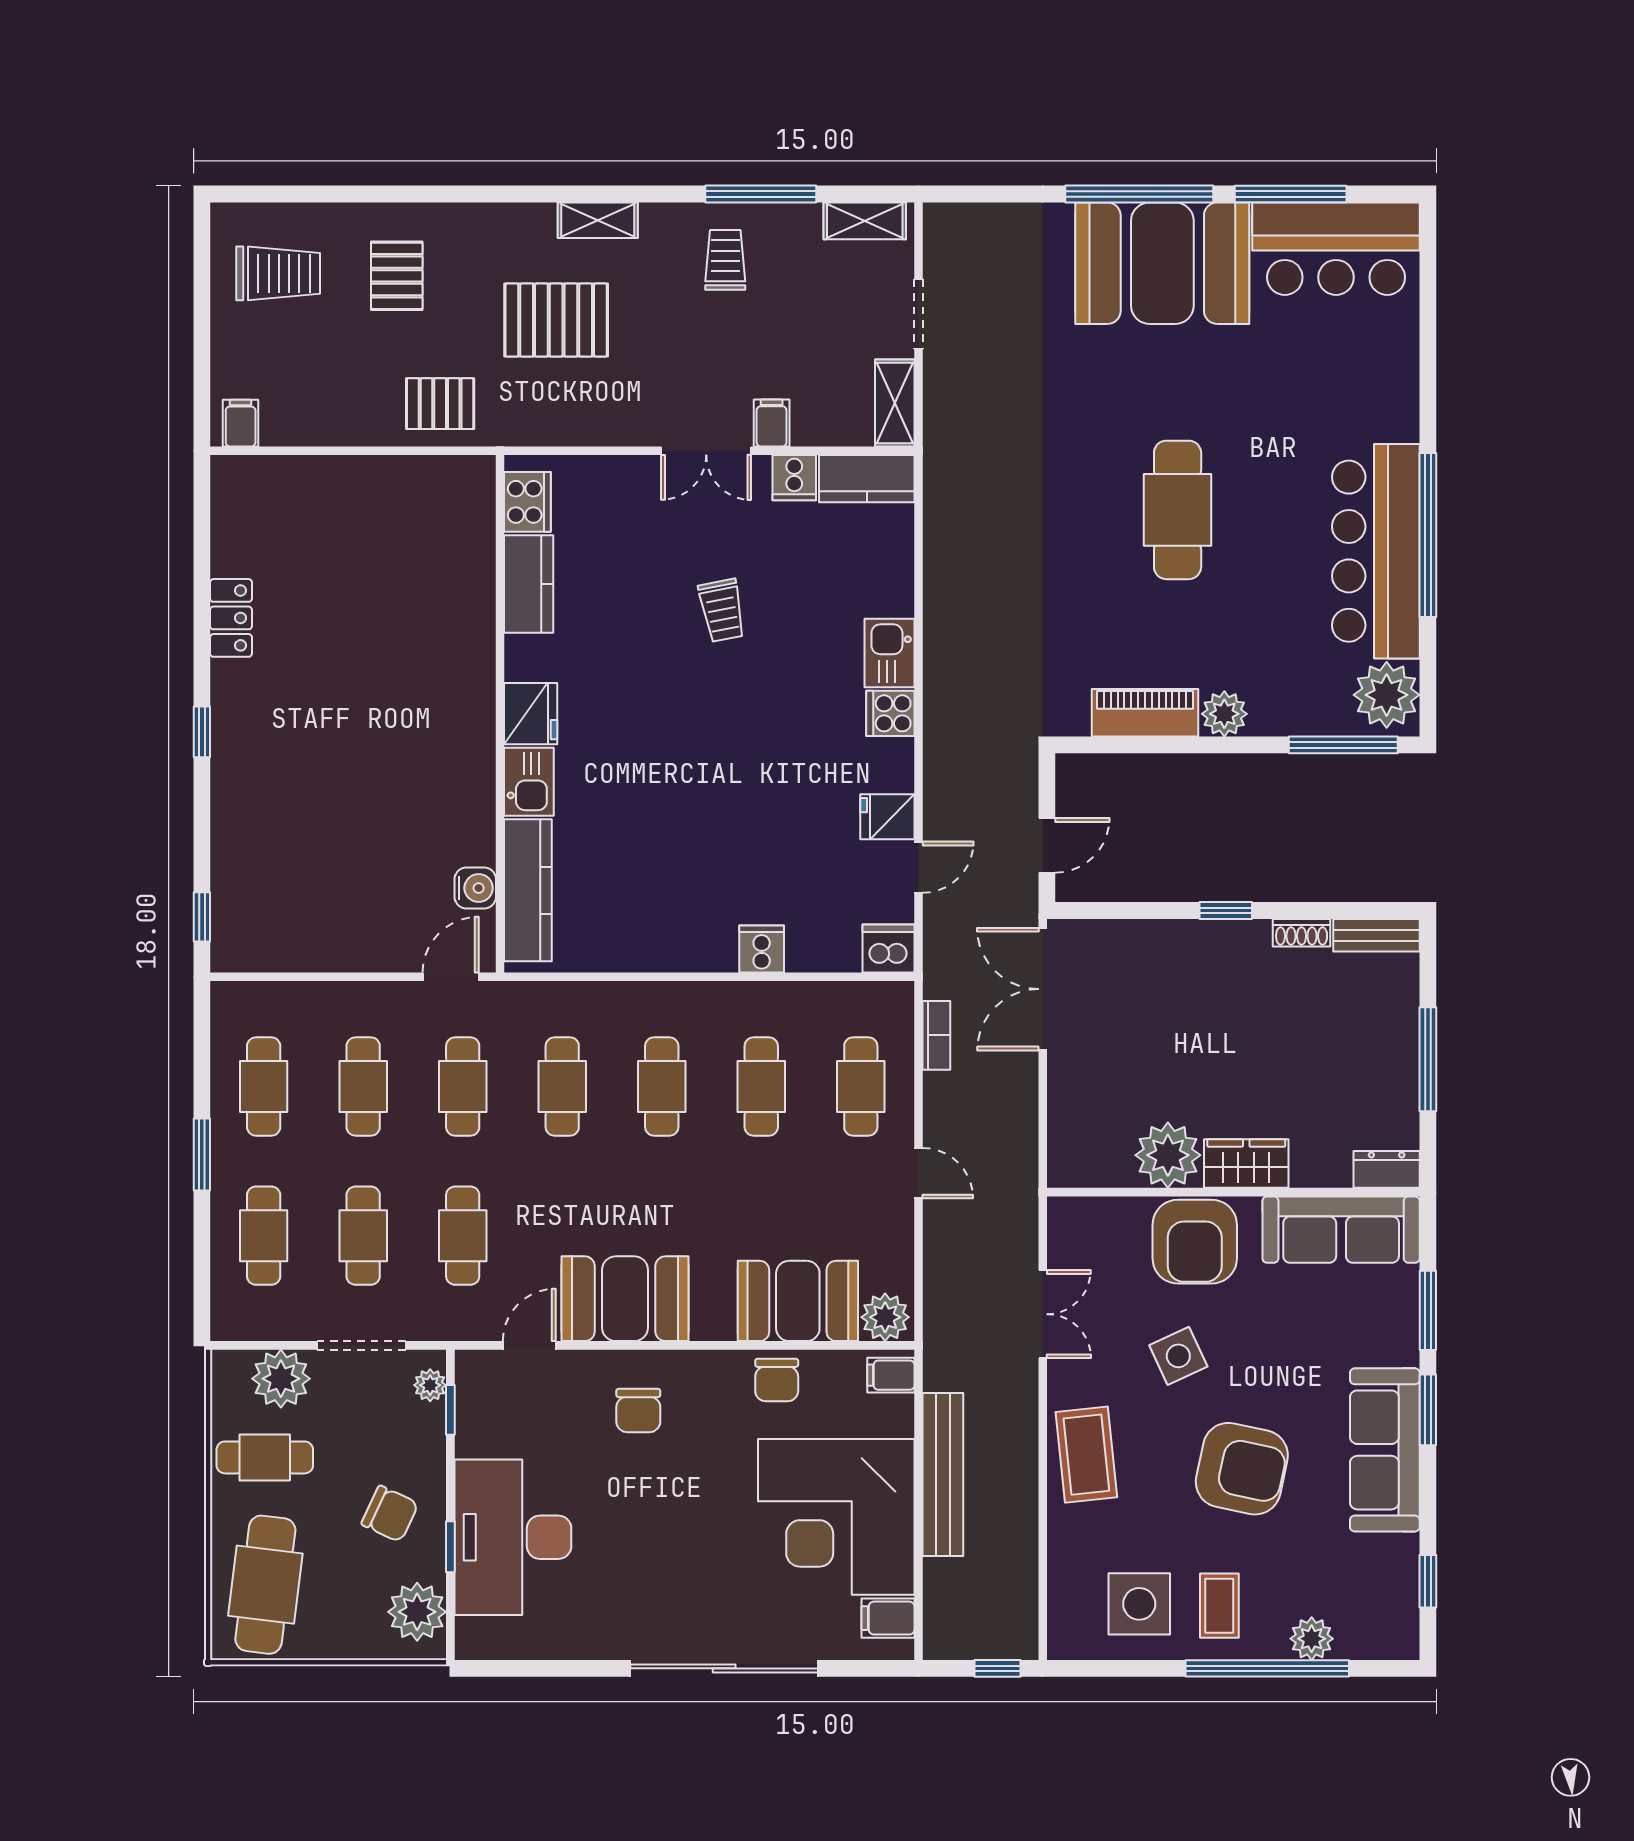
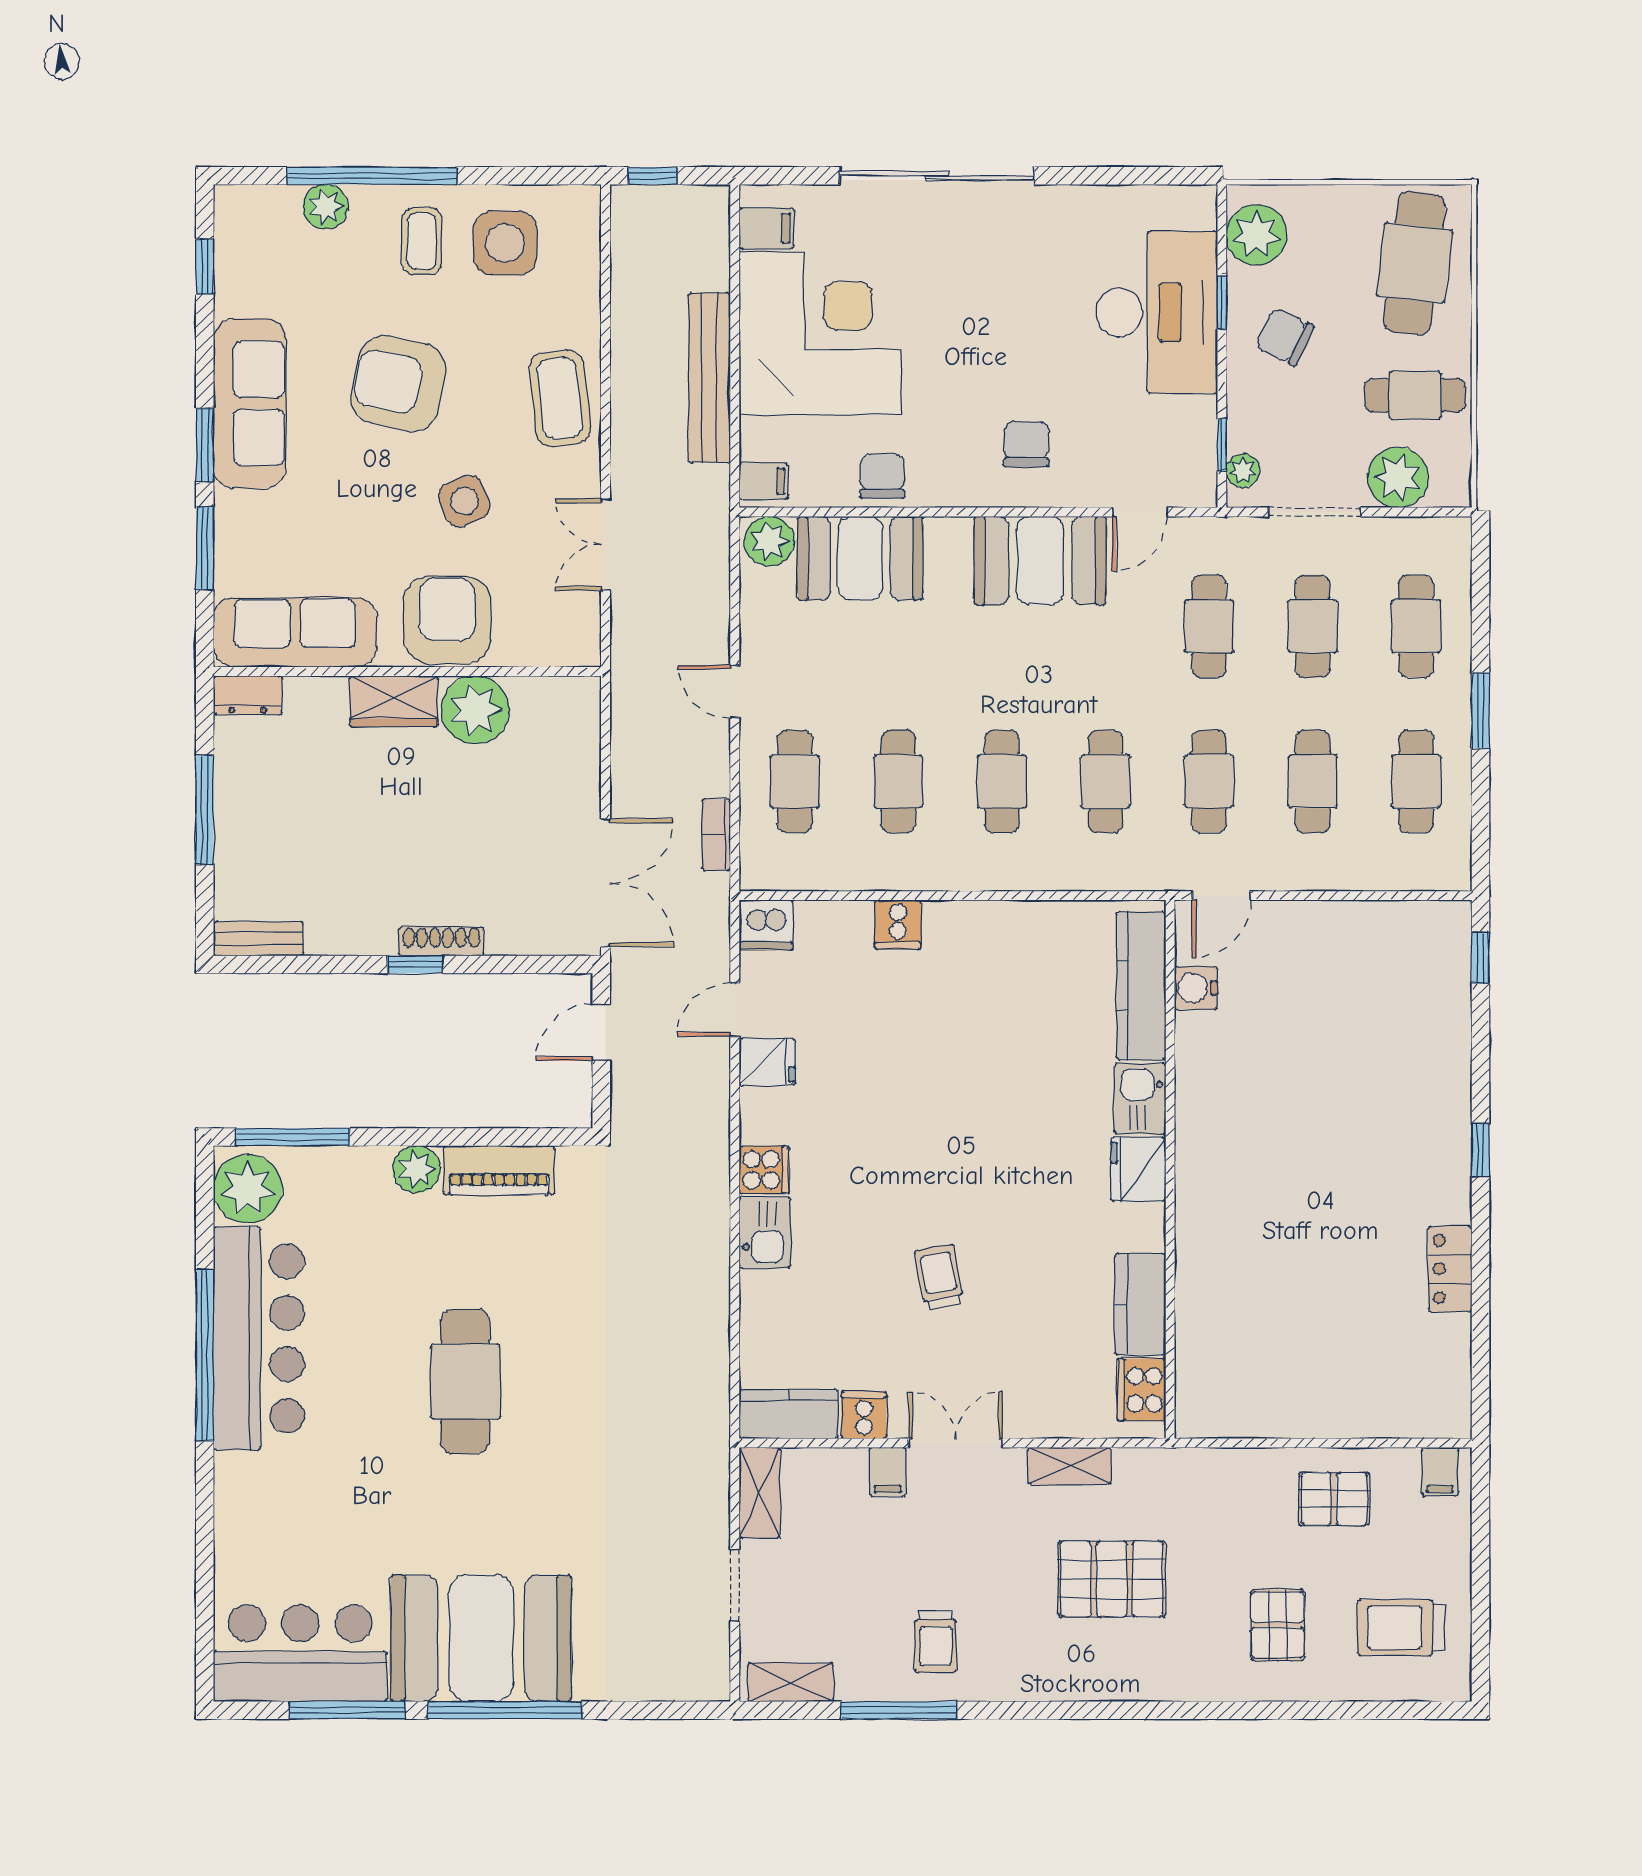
shelving: (598, 220) -> (1069, 1466), moved
pallet: (440, 404) -> (1334, 1499), moved
shoe rack: (1302, 933) -> (441, 941), moved, width x1.43

